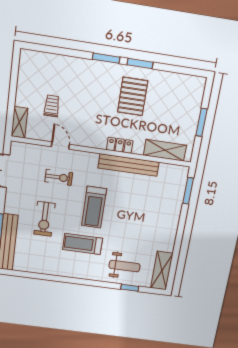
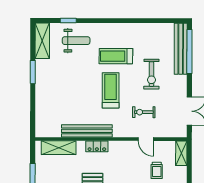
window: (188, 191) -> (33, 72), moved
exercise bike: (44, 219) -> (151, 74), turned 180
treadmill: (83, 244) -> (116, 56), turned 180
weight bench: (124, 266) -> (76, 41), turned 180

